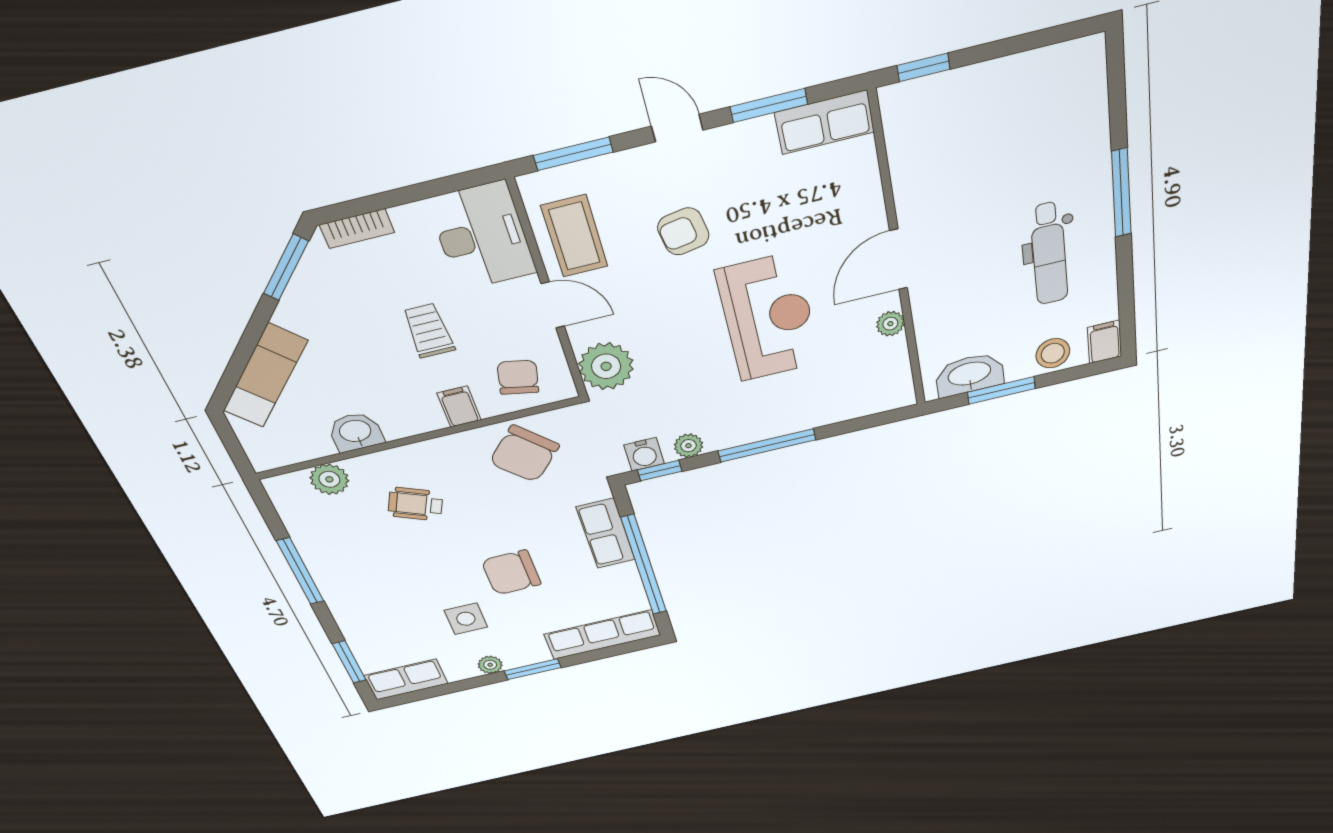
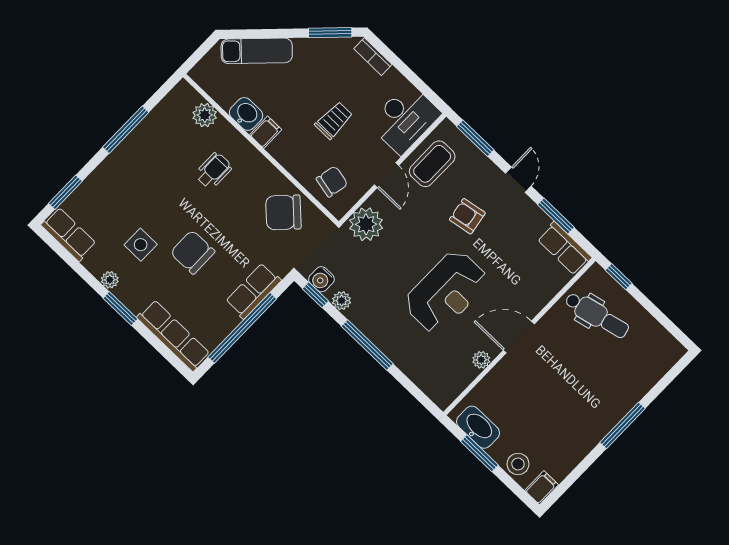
dental chair: (1049, 254) -> (597, 315), moved, turned -103
filing cabinet: (459, 407) -> (266, 132), moved
wheelchair: (415, 504) -> (213, 171), turned 66

